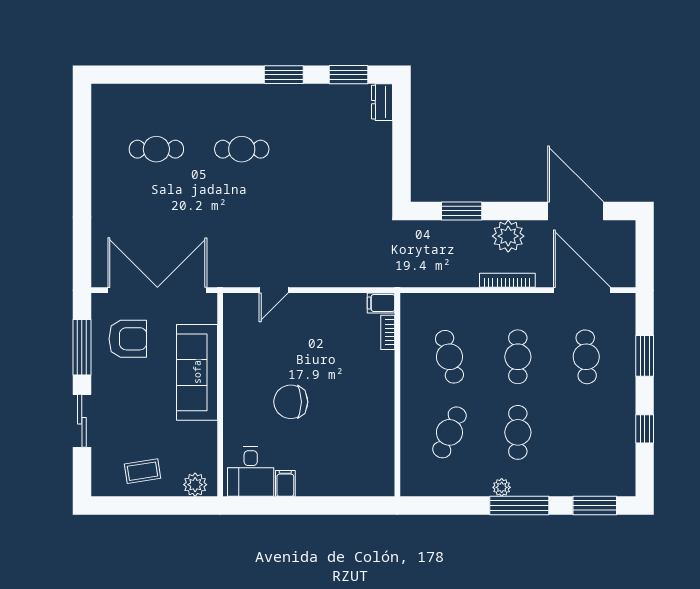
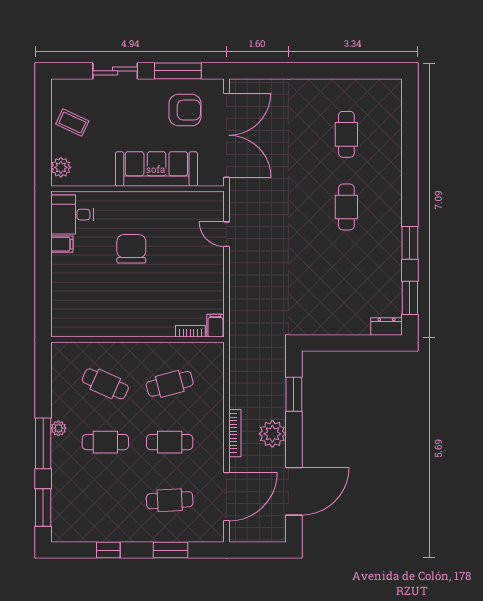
armchair: (128, 339) -> (185, 110), turned -90
coffee table: (143, 471) -> (72, 123), turned -56

